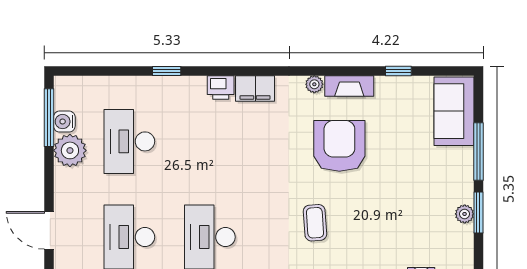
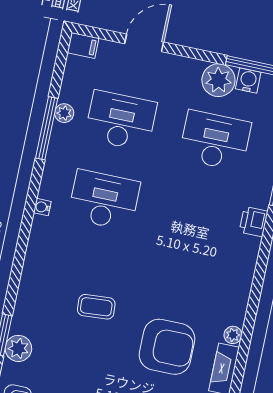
printer: (221, 87) -> (253, 222), moved
filing cabinet: (255, 88) -> (241, 276), removed

